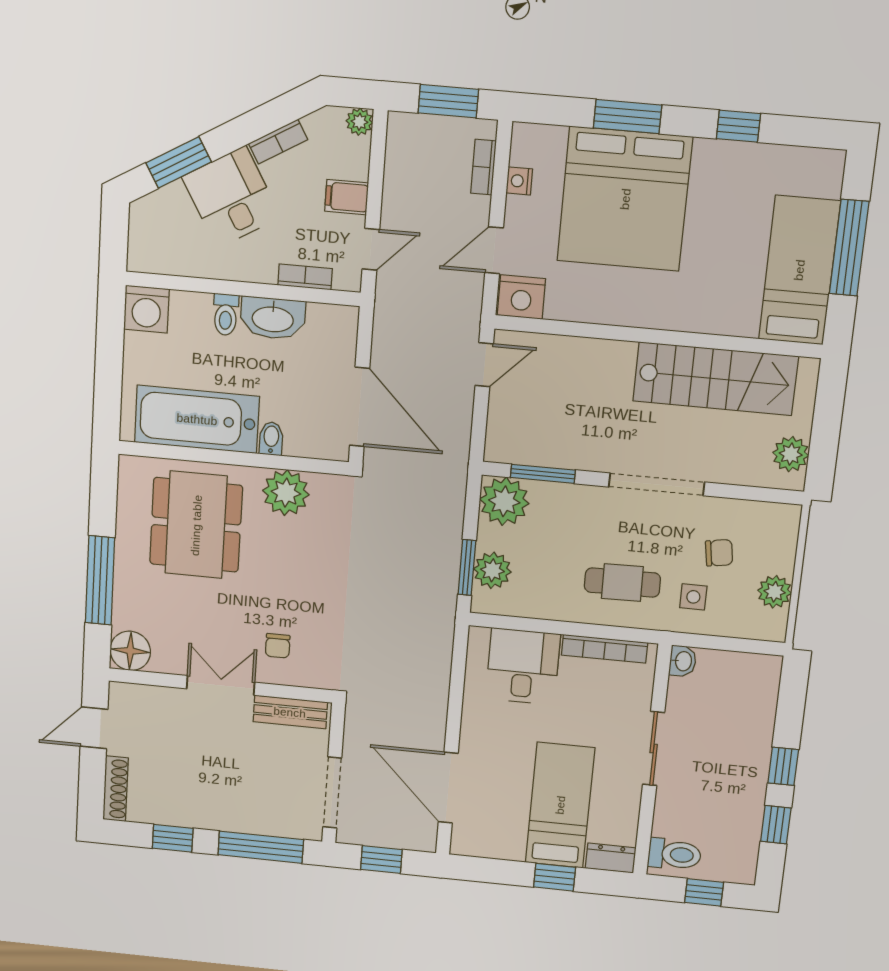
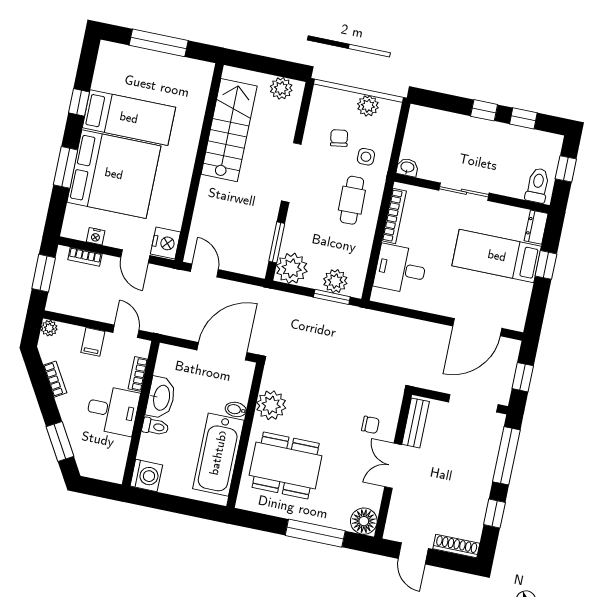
desk: (231, 197) -> (113, 410), moved, turned -150
bed: (799, 270) -> (129, 118), moved, turned 180

